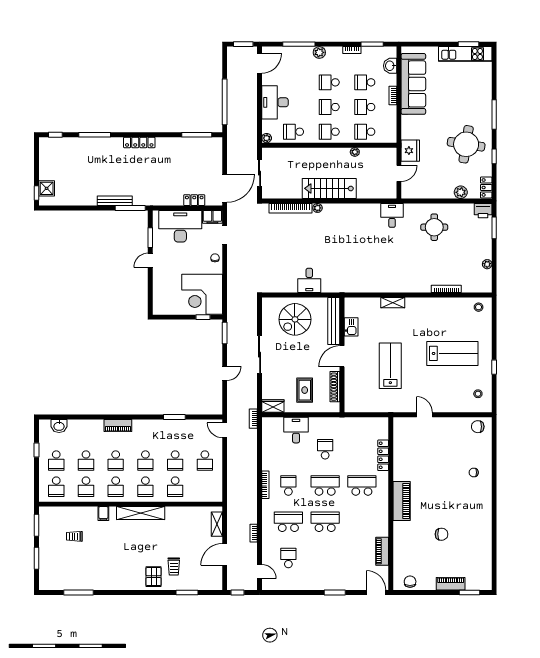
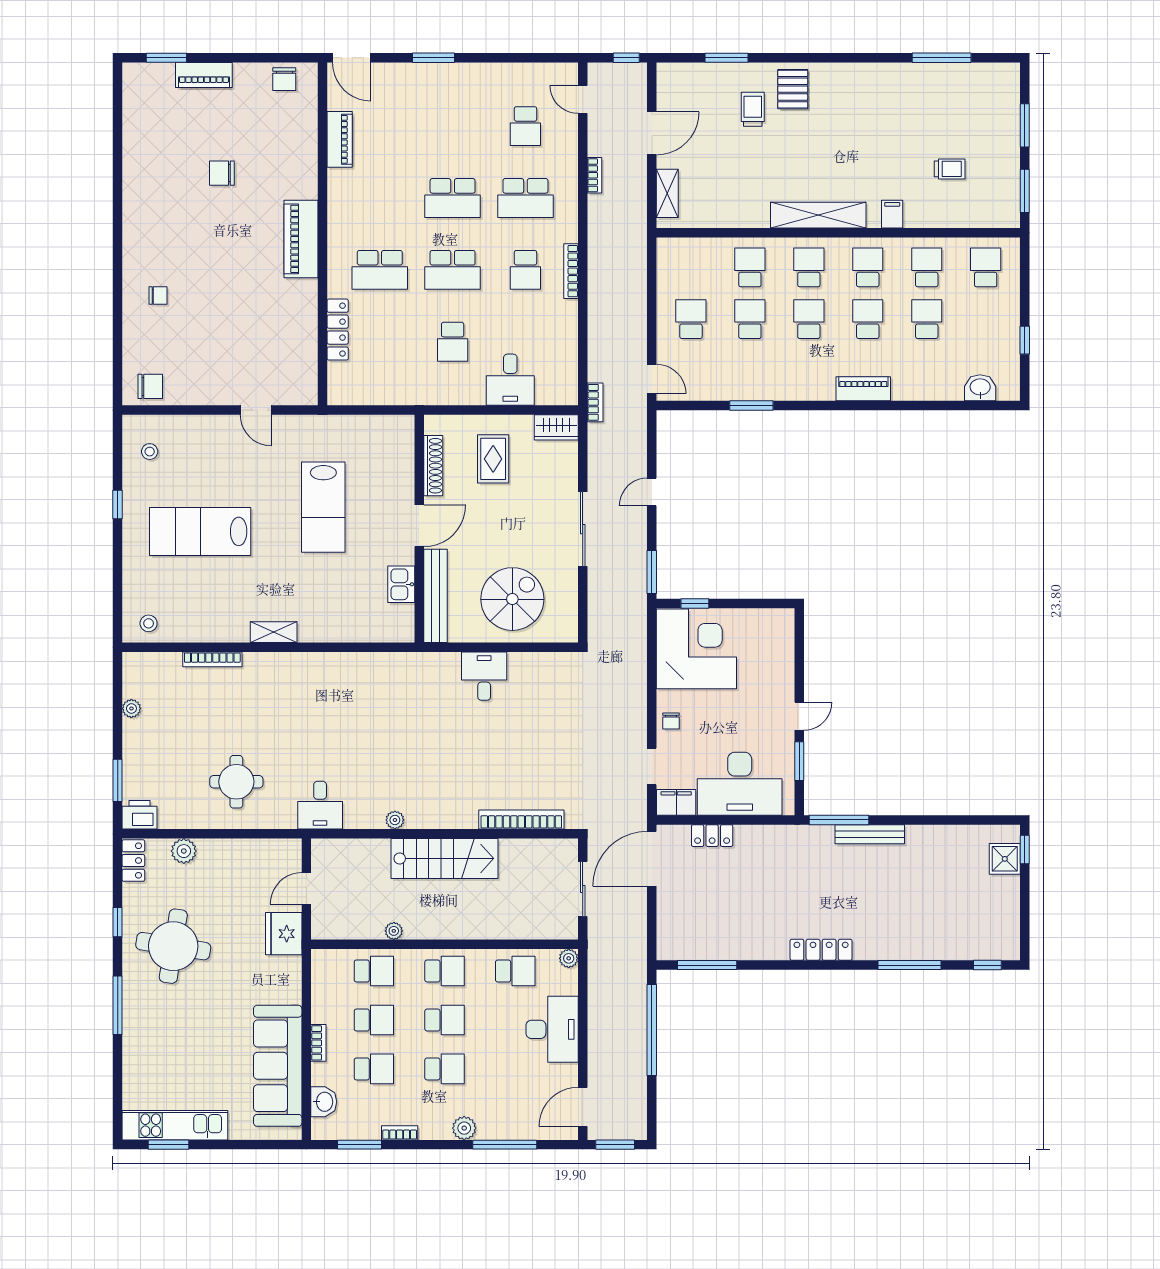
plant: (317, 208) -> (395, 820), moved
shelving: (393, 303) -> (274, 632), moved
school desk: (56, 461) -> (986, 319), removed

